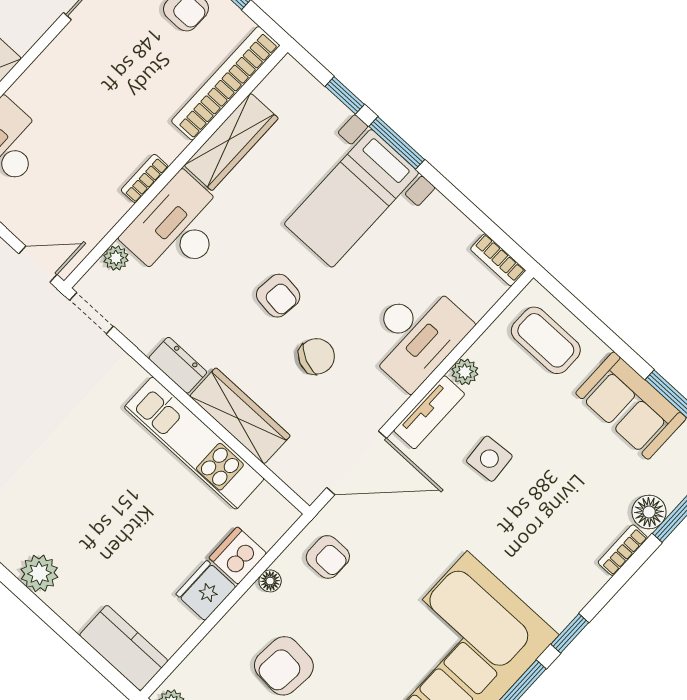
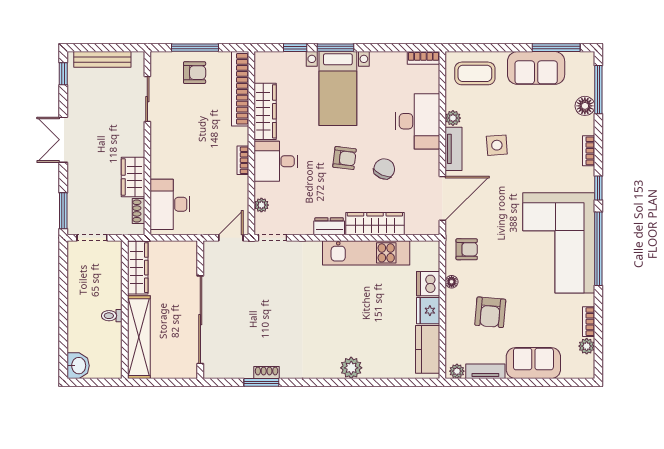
desk: (177, 228) -> (276, 161), width x0.73
bookcase: (623, 550) -> (589, 151), moved
kitchen counter: (124, 648) -> (428, 349), moved, turned -90

